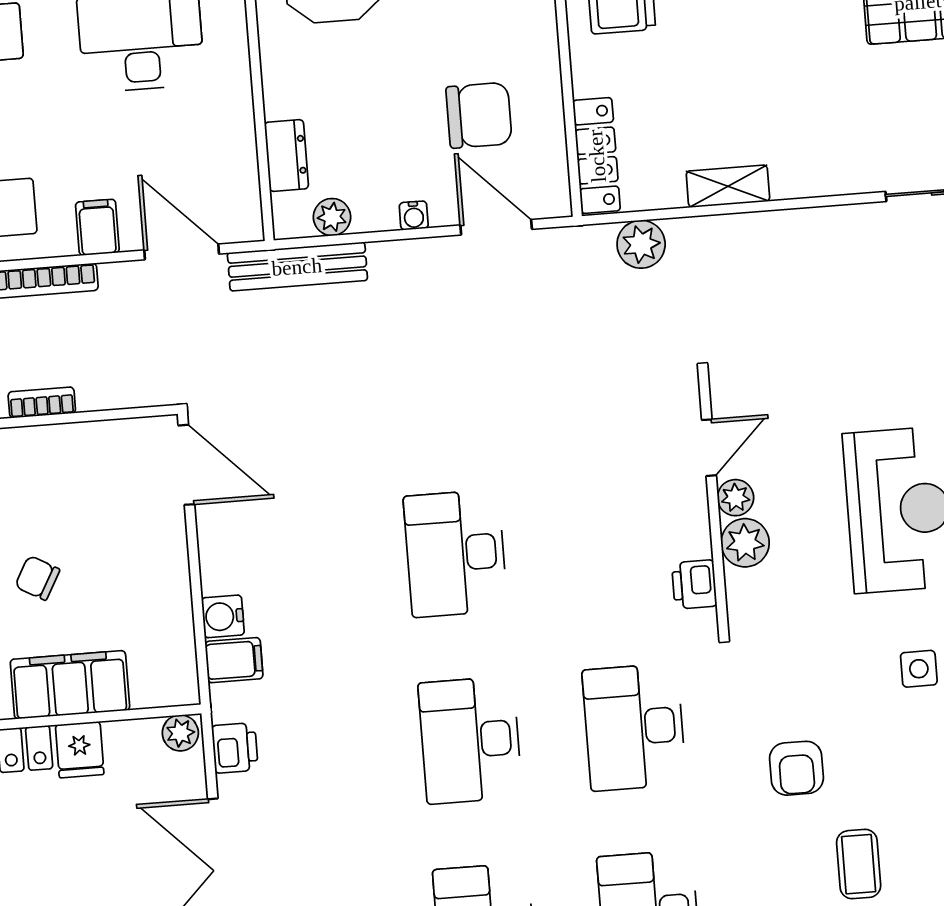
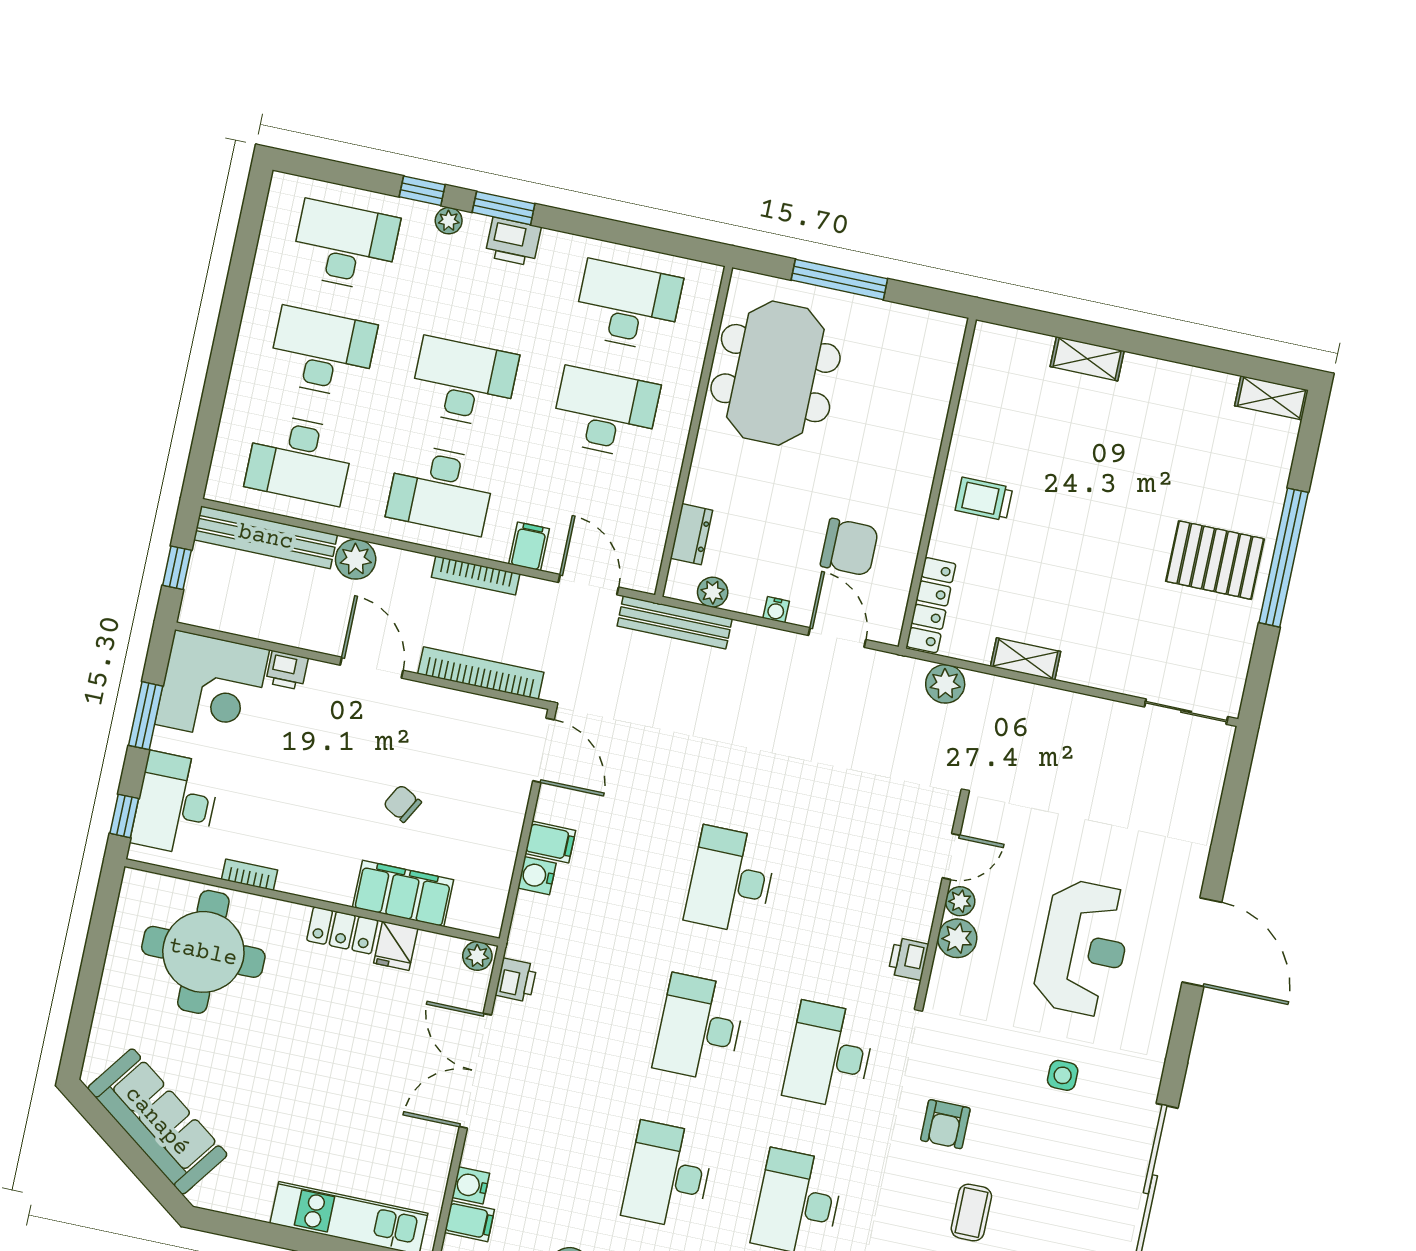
bookcase: (42, 403) -> (481, 673), width x2.31, depth x1.31
filing cabinet: (234, 660) -> (550, 842), moved

